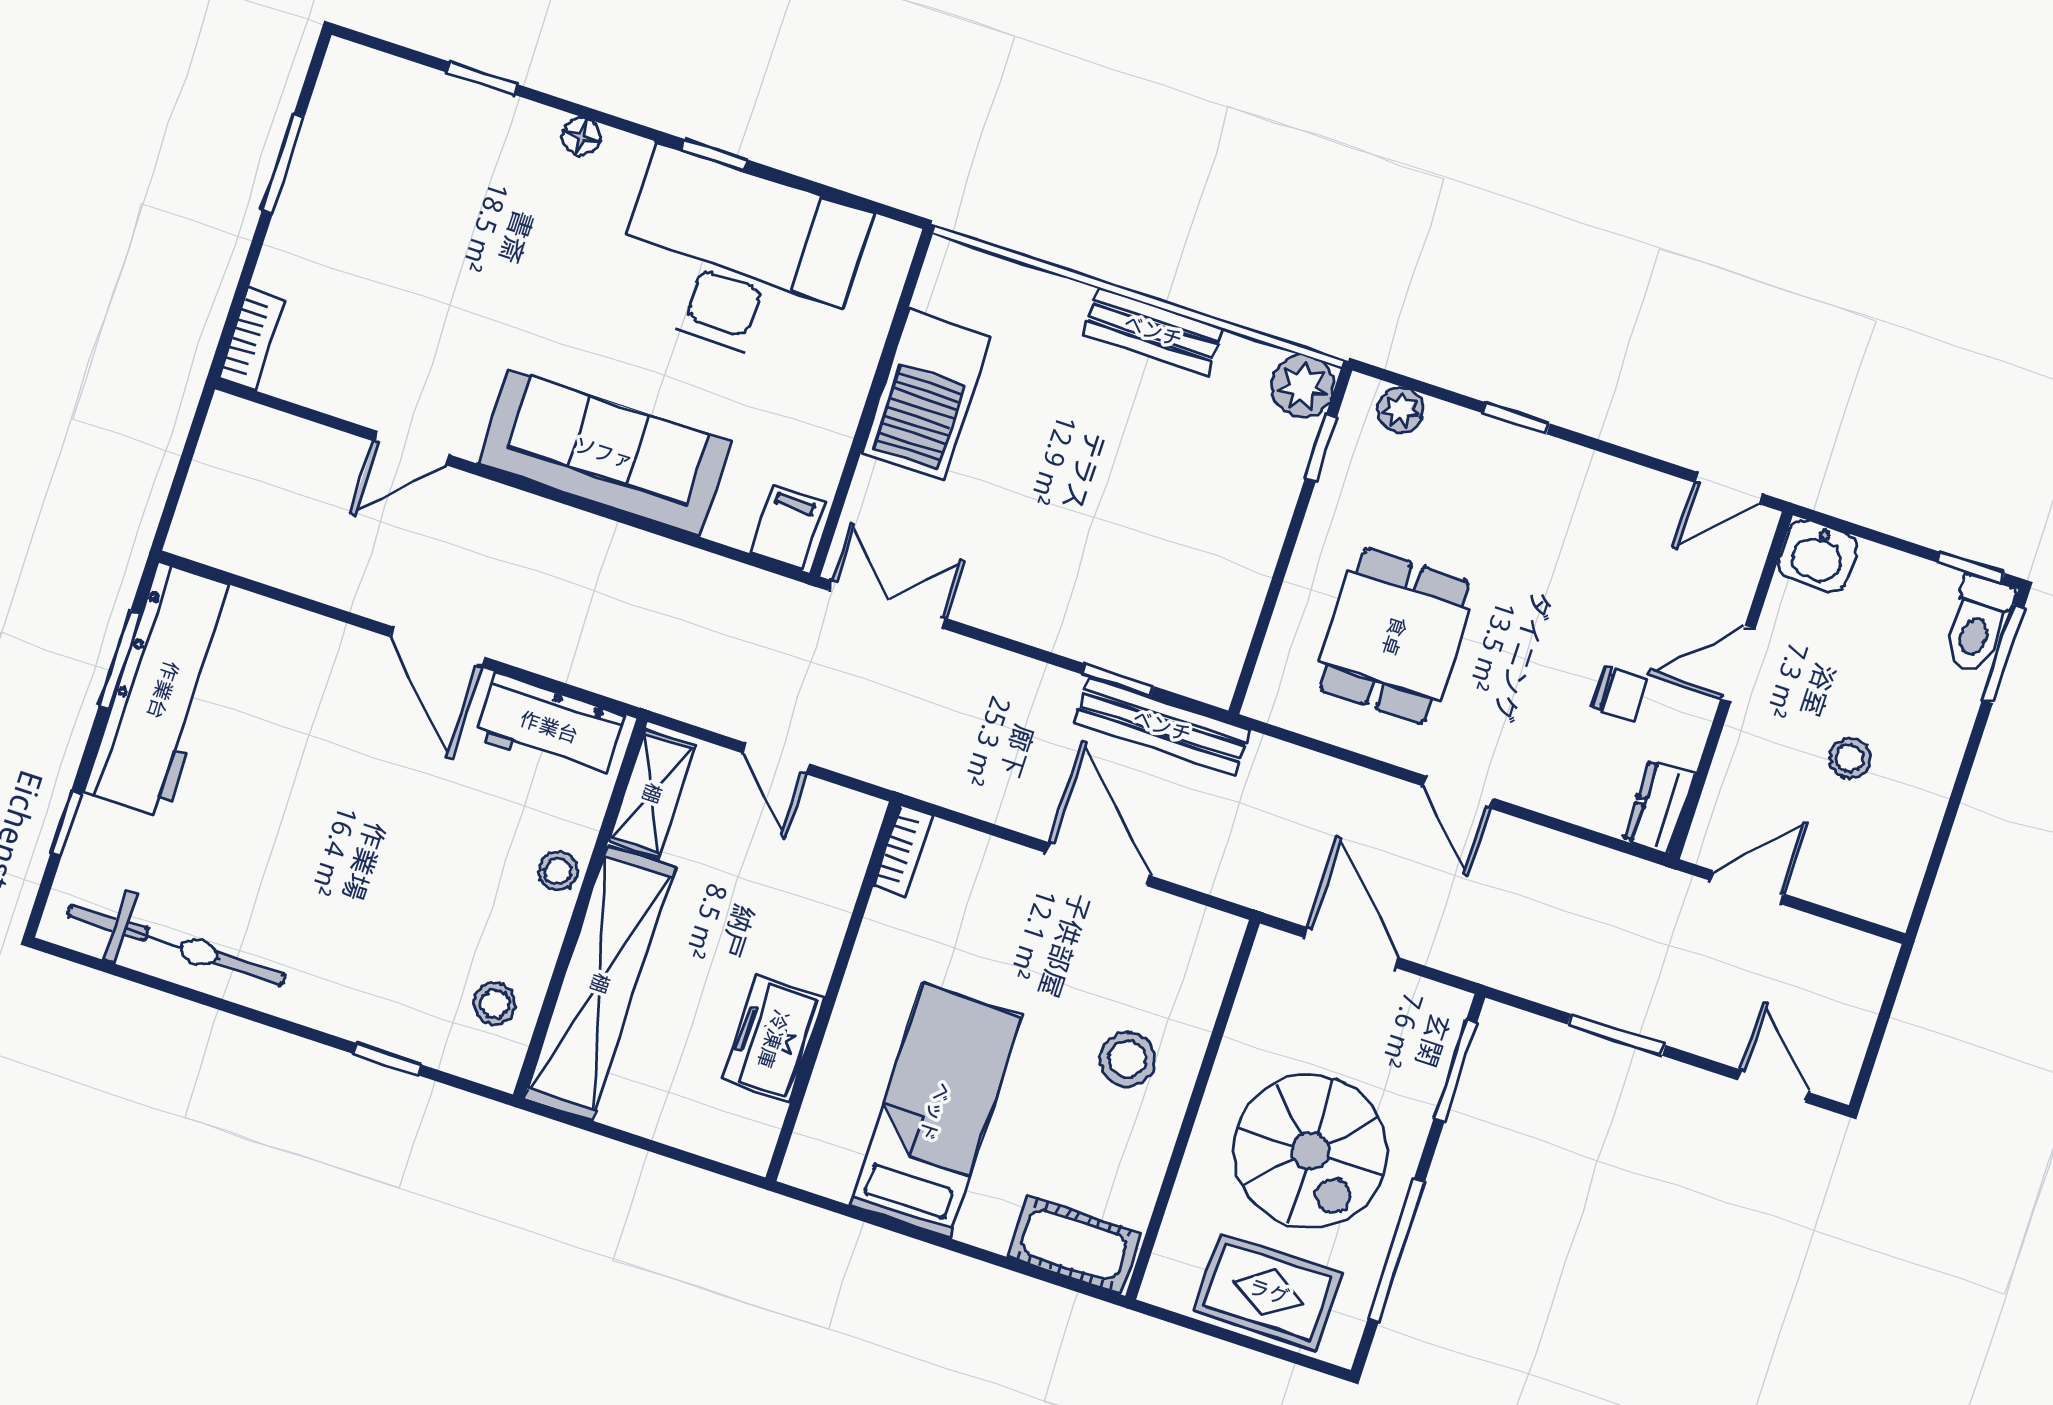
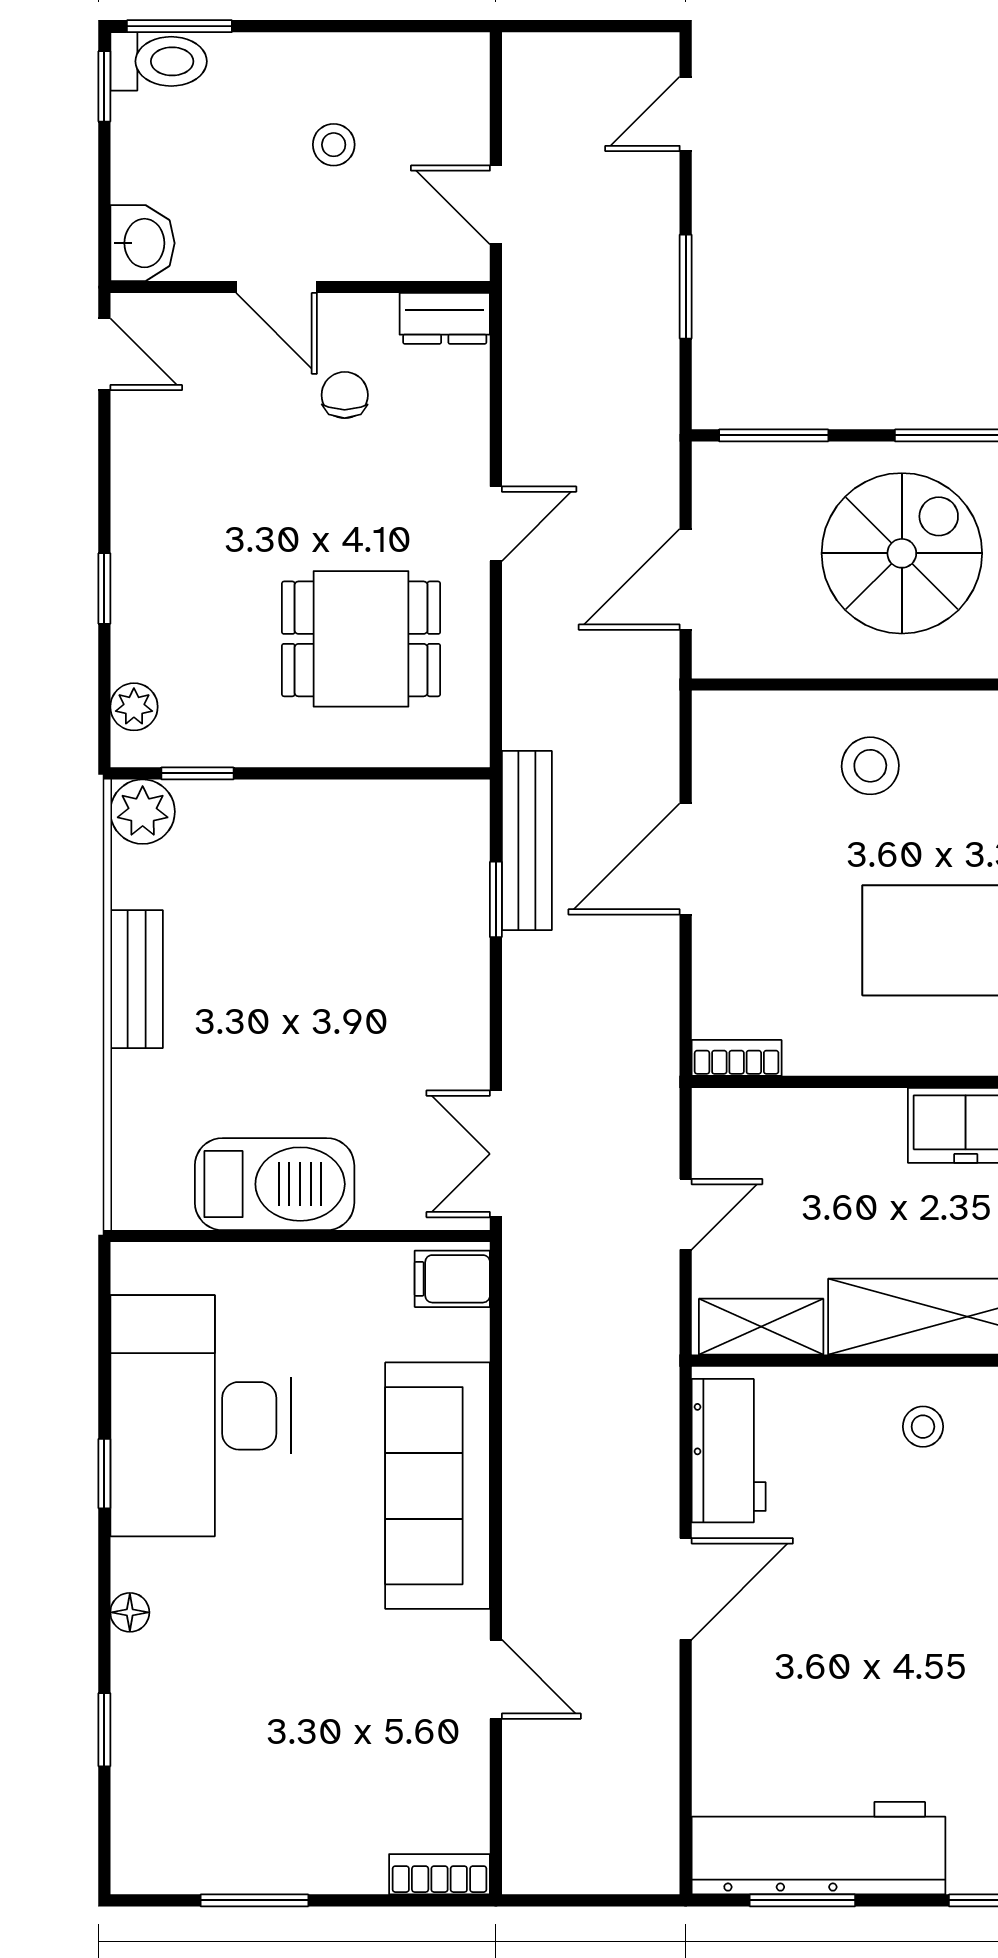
stool: (558, 871) -> (923, 1427), moved

